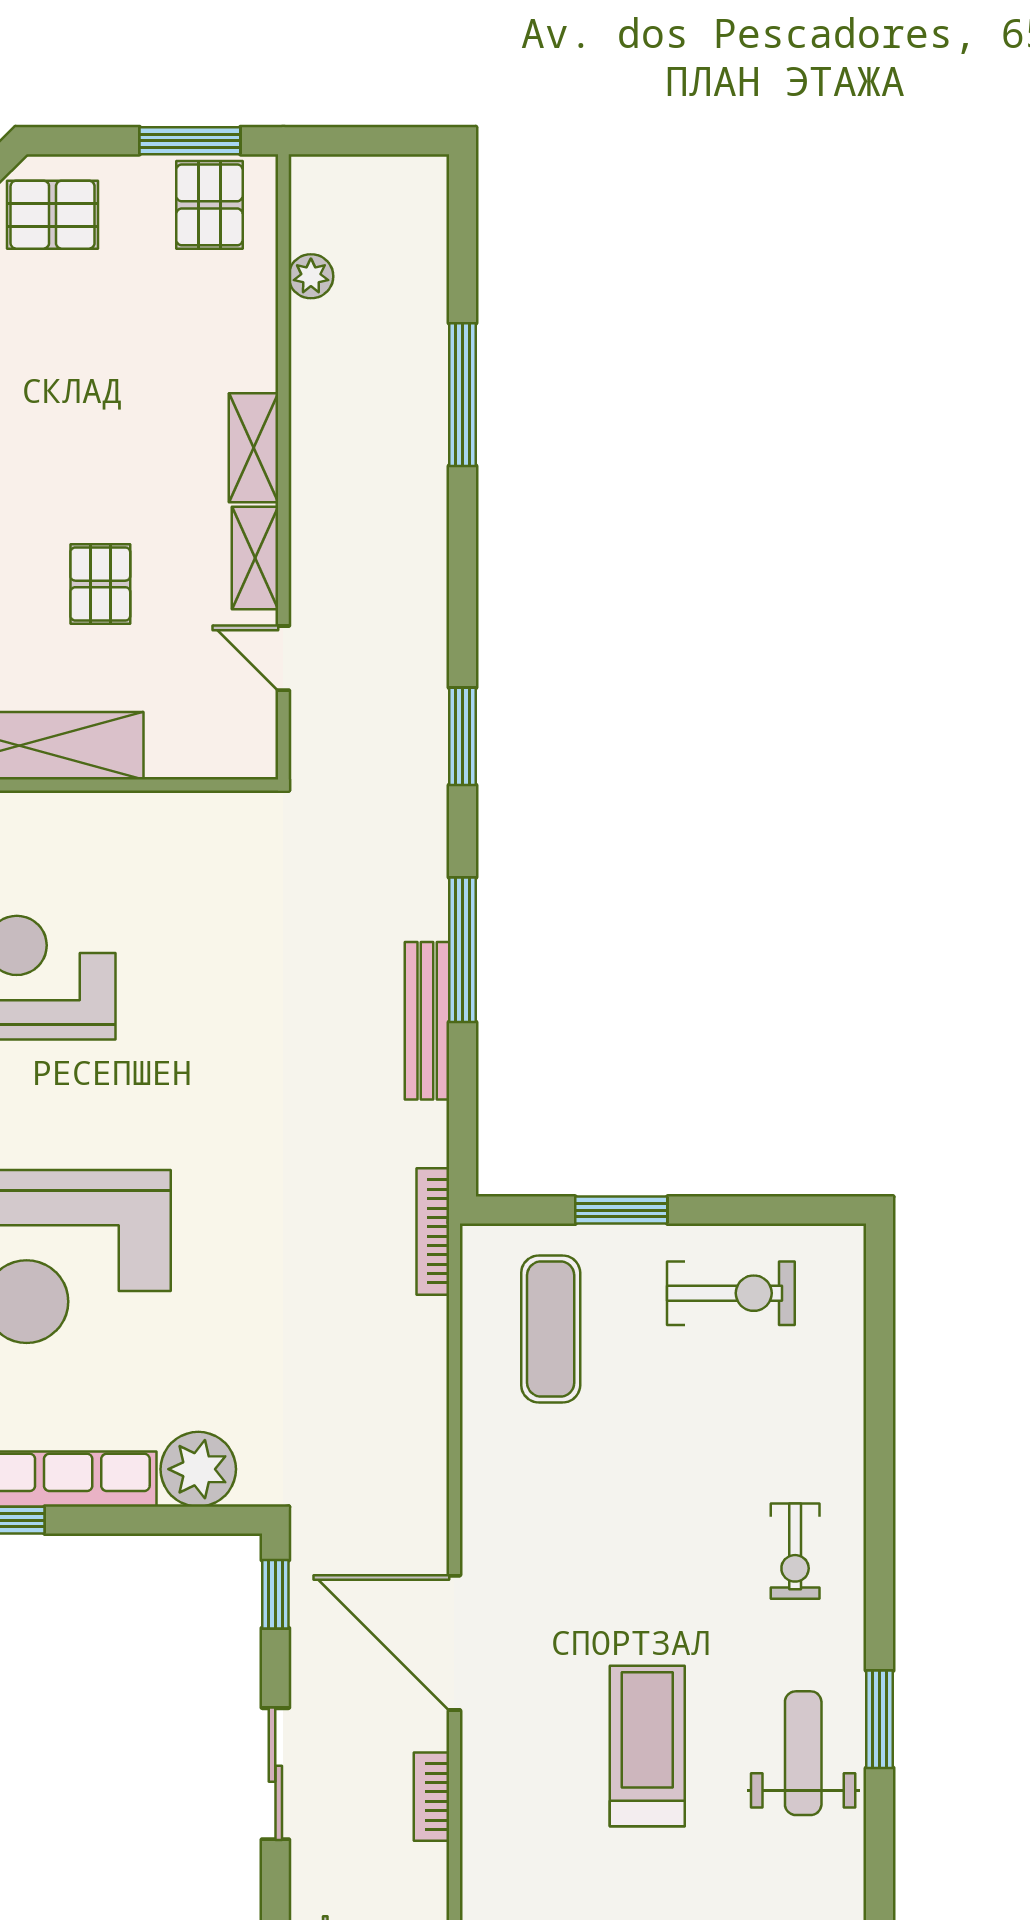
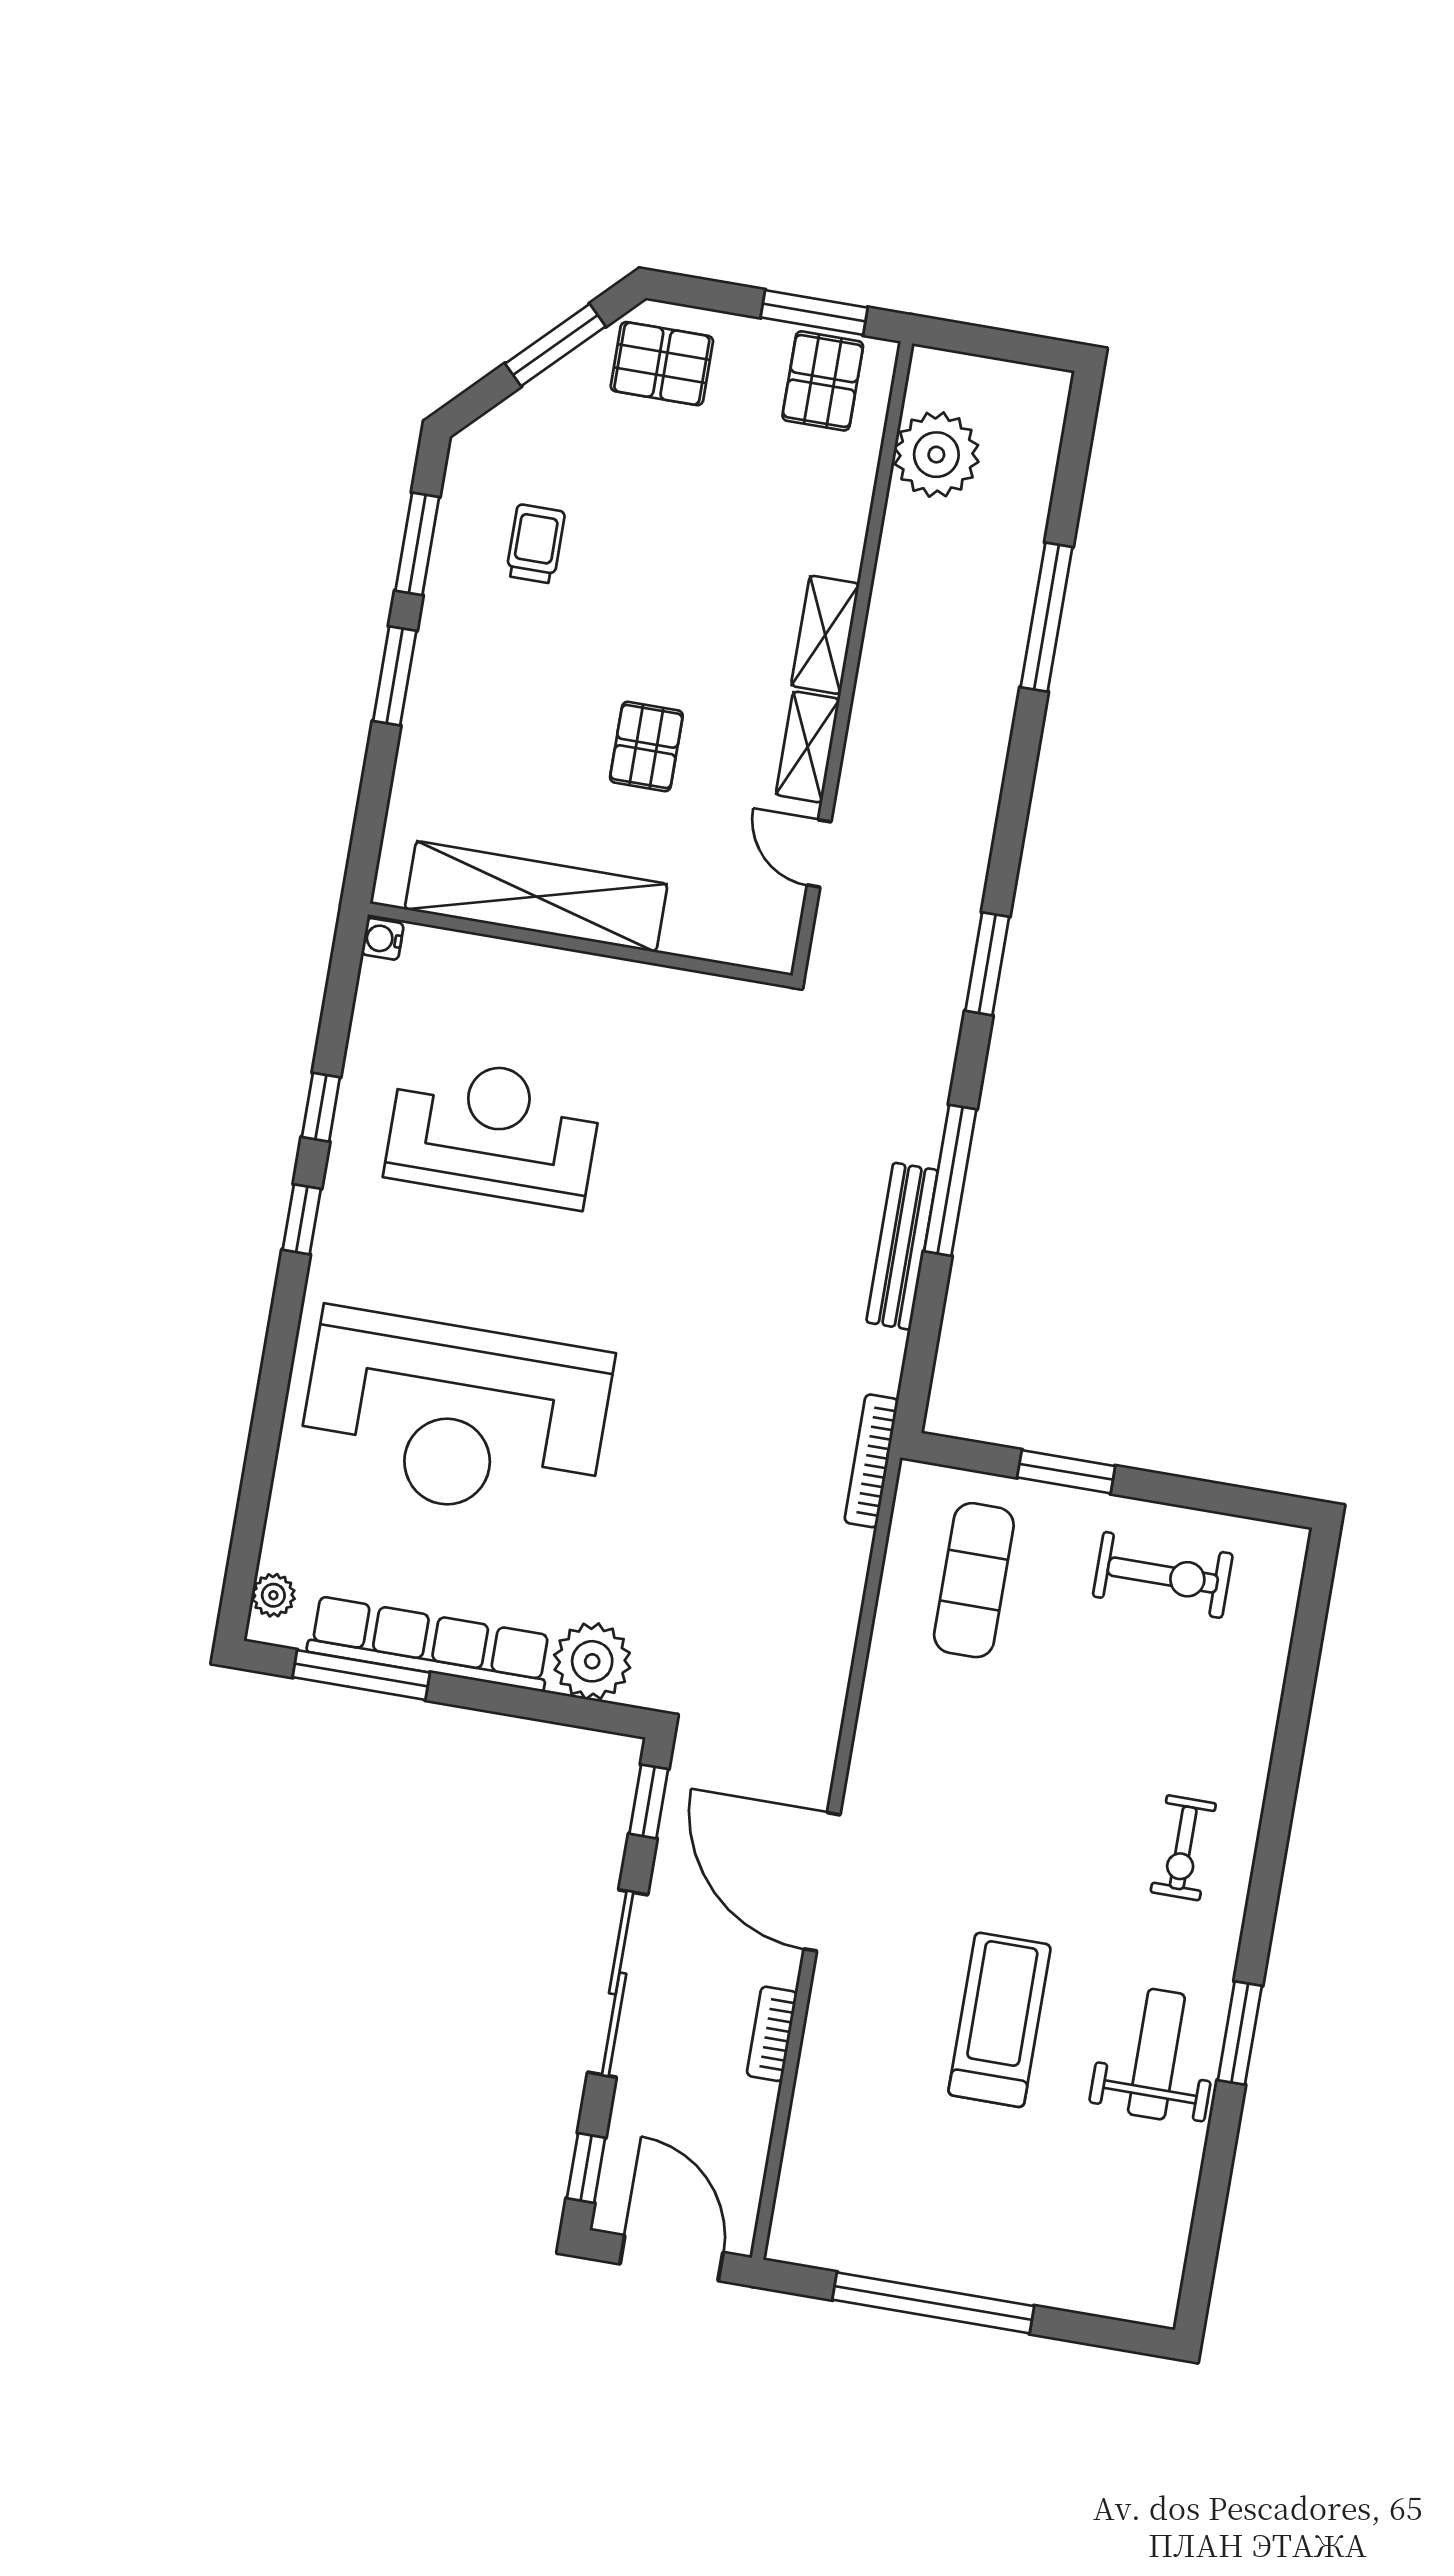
plant: (311, 276) -> (936, 455), width x1.87, depth x1.87
sliding door: (275, 1774) -> (618, 1983), width x1.37

